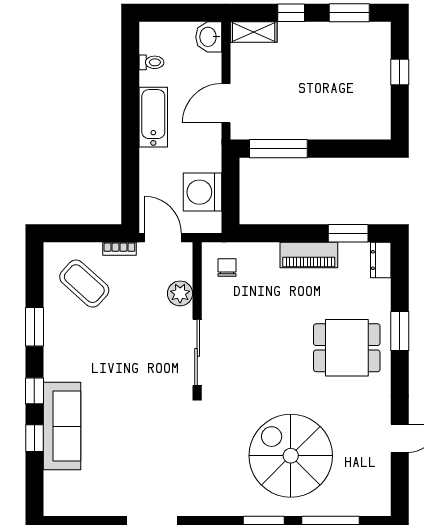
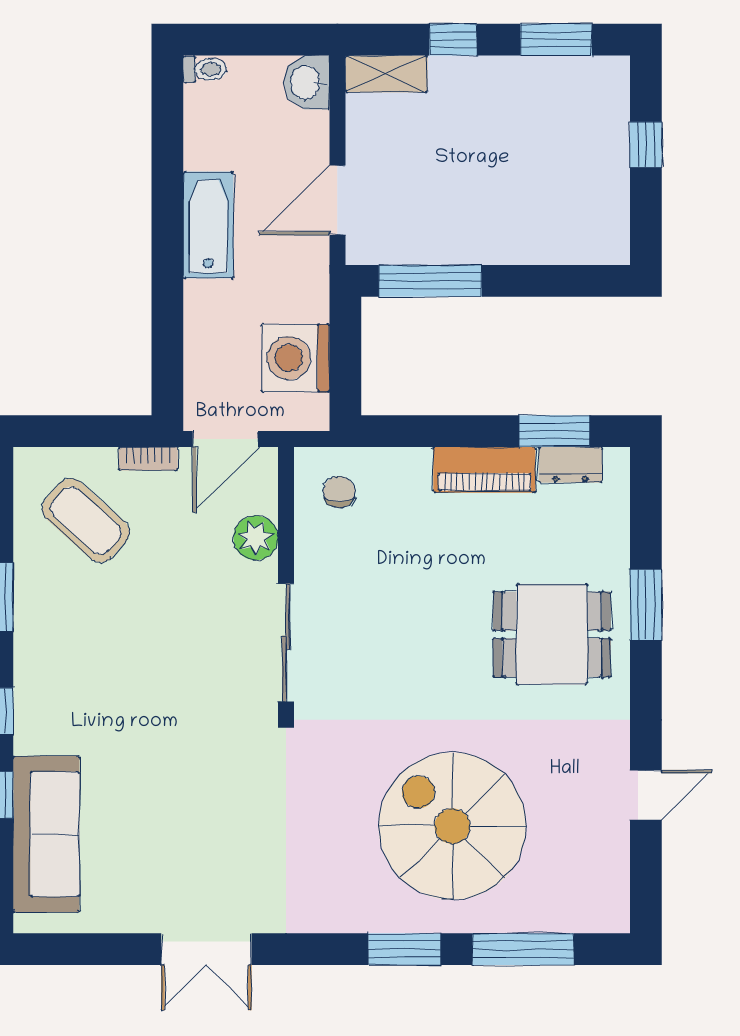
toilet: (151, 62) -> (205, 69), moved
door: (163, 238) -> (225, 439), swing flipped
dresser: (381, 260) -> (570, 465), moved, turned -90
sofa: (62, 426) -> (46, 834), moved

